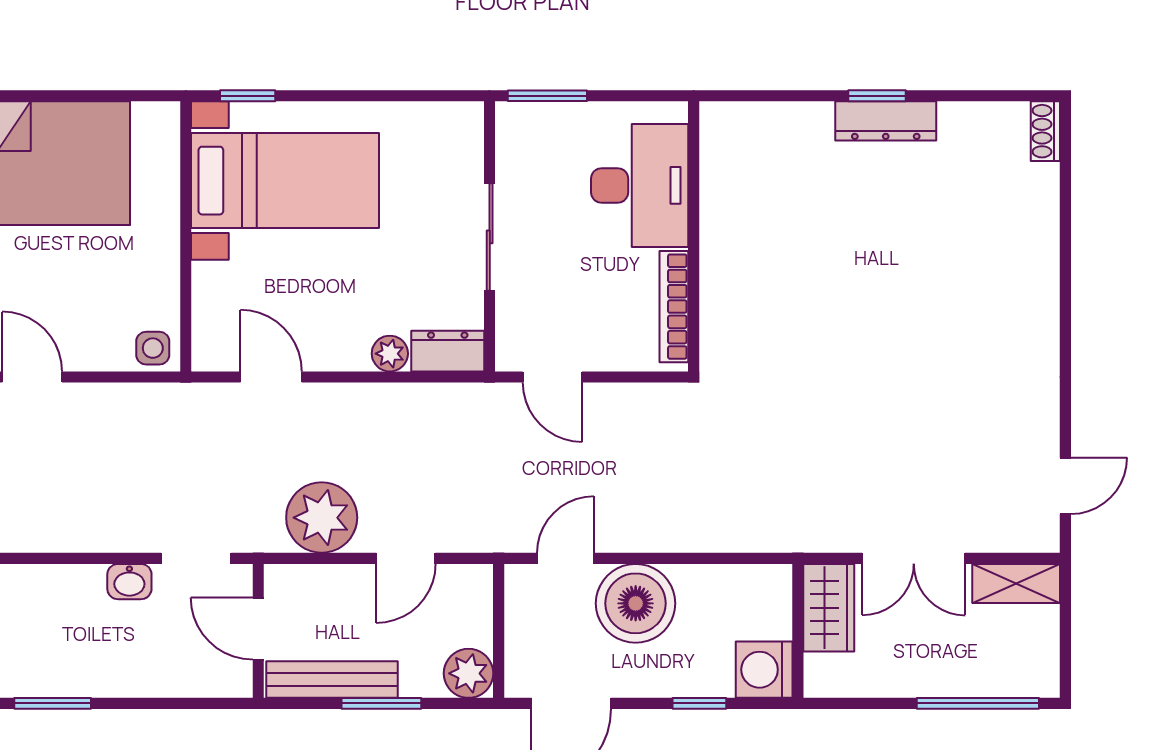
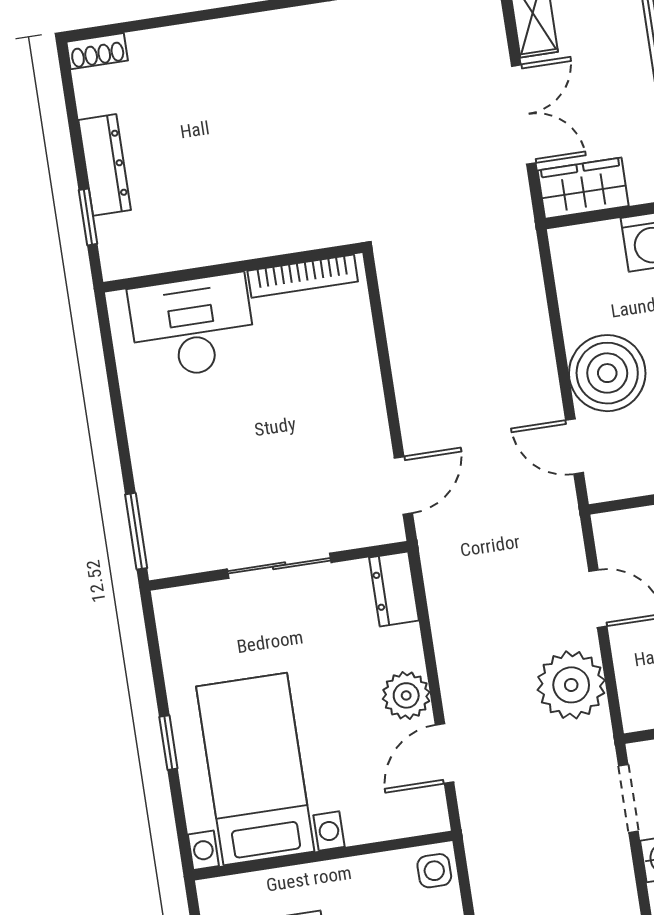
window: (248, 96) -> (168, 743), moved
dresser: (886, 121) -> (105, 165), moved
desk: (640, 185) -> (192, 326), moved
wall: (694, 236) -> (233, 267), moved
bookcase: (674, 307) -> (303, 276), moved
plant: (390, 354) -> (406, 695), moved, width x1.38, depth x1.38

